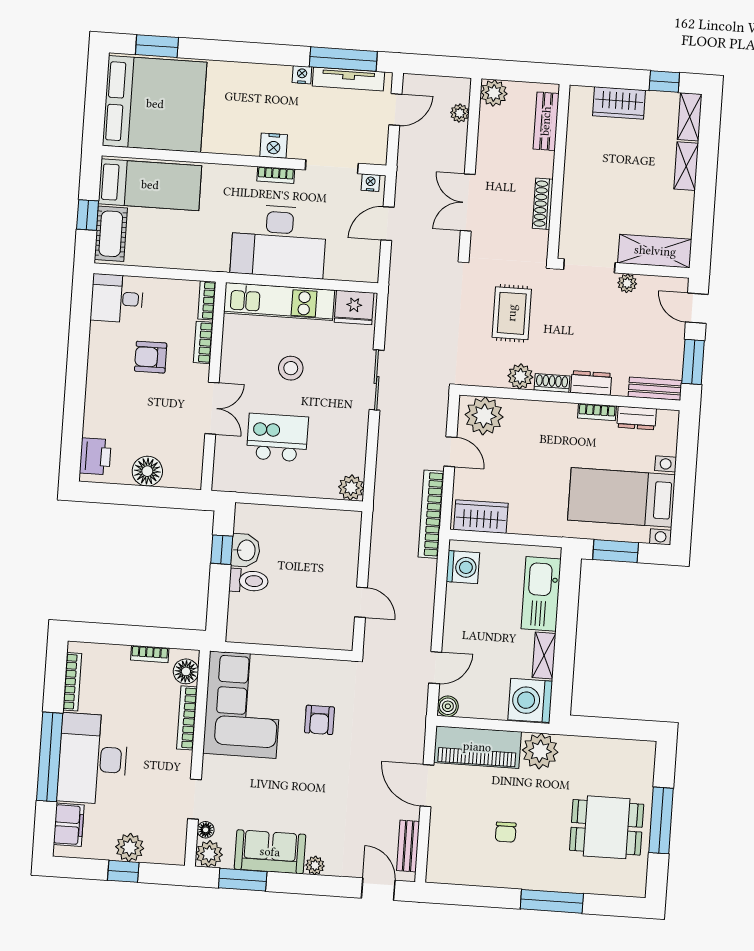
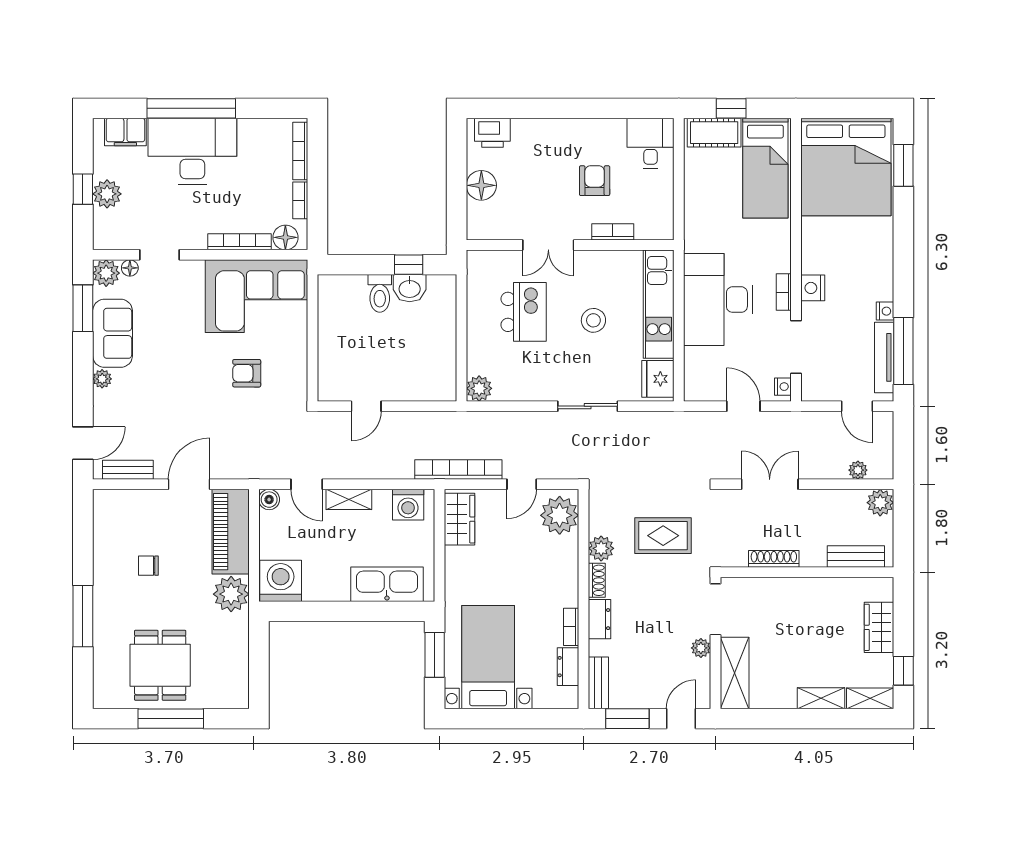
bookcase: (207, 300) -> (655, 232), removed
shelving: (544, 656) -> (349, 499), moved
bookcase: (72, 682) -> (300, 151), moved, turned 90

